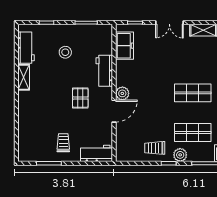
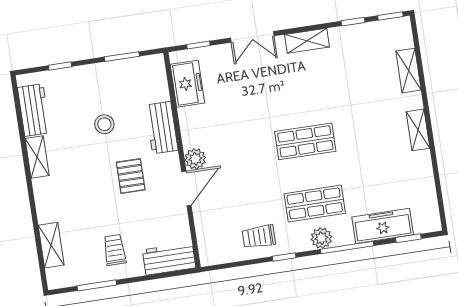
stool: (65, 52) -> (104, 124), moved
shelving: (24, 134) -> (51, 245), added
plant: (180, 155) -> (321, 238), moved

